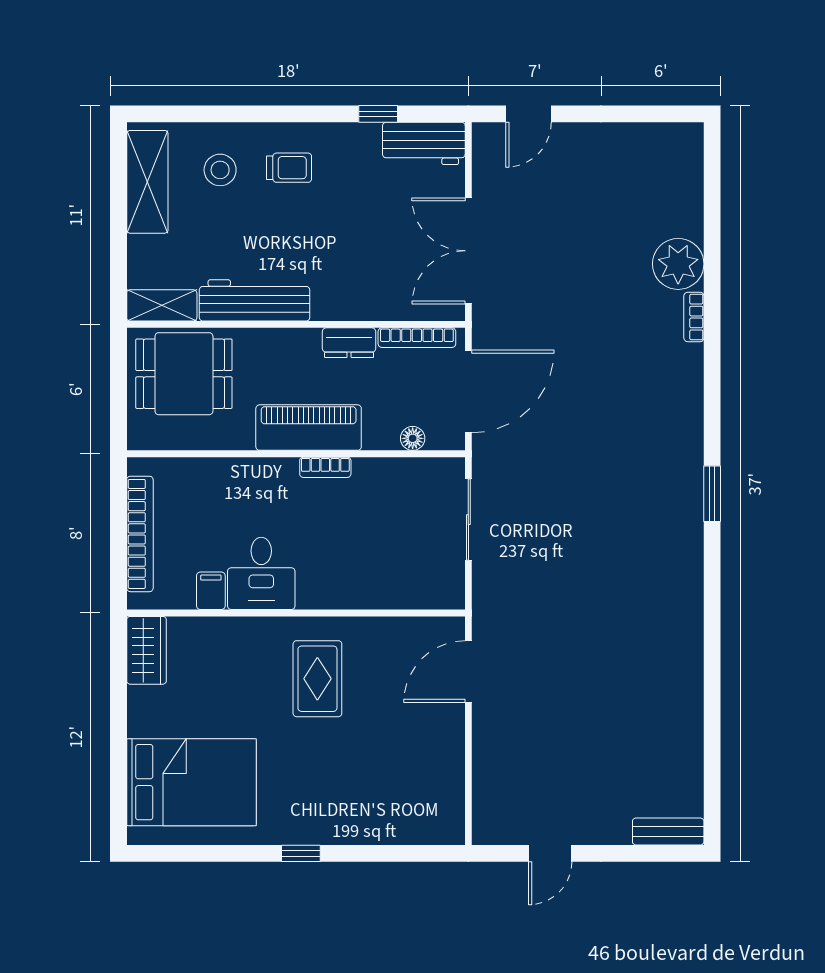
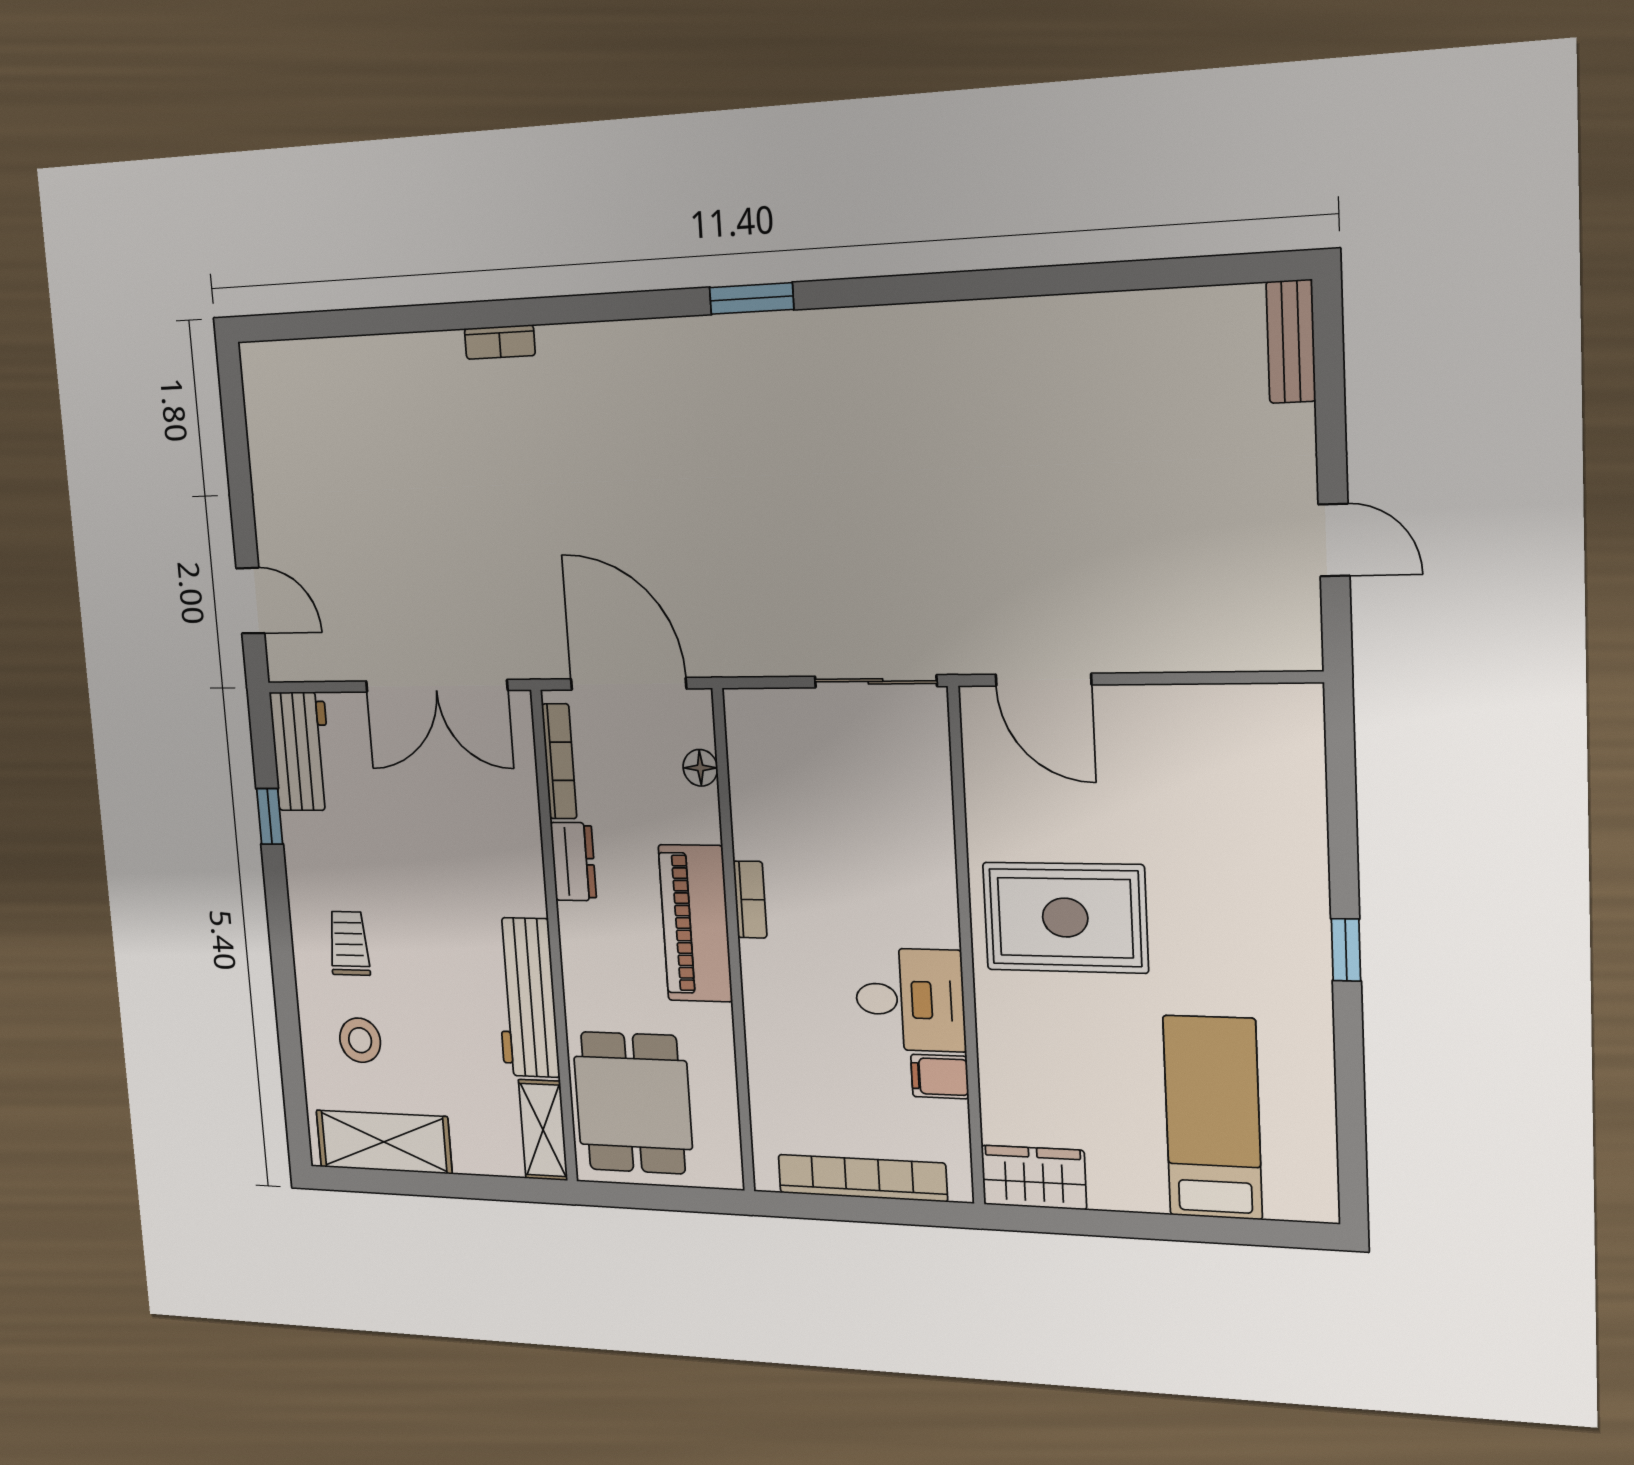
plant: (678, 264) -> (429, 370), removed
sliding door: (468, 520) -> (876, 681), moved
rug: (317, 679) -> (1065, 918), width x1.36, depth x1.43
bed: (192, 782) -> (1213, 1118), width x0.67

